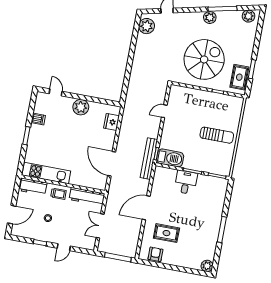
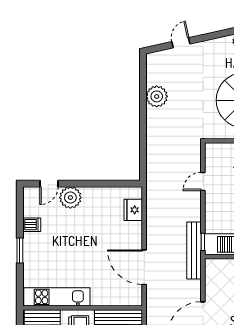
plant: (147, 26) -> (157, 96), moved
door: (56, 92) -> (49, 184), swing flipped
plant: (81, 107) -> (70, 198), moved

